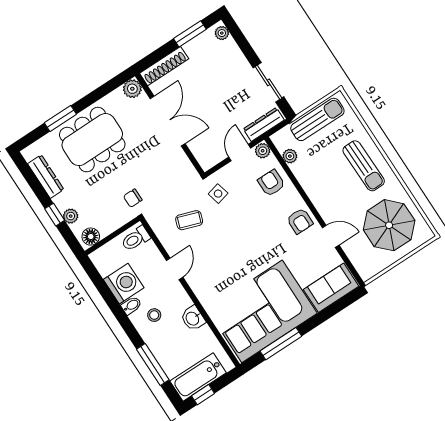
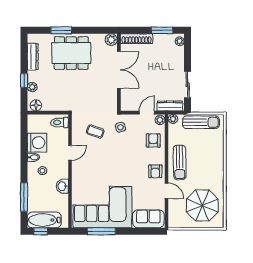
plant: (290, 156) -> (173, 119), moved
sun lounger: (364, 166) -> (180, 162), moved
chair: (133, 198) -> (72, 99), removed

